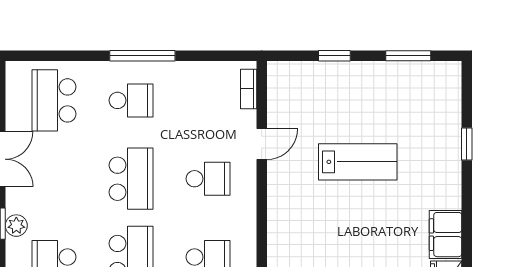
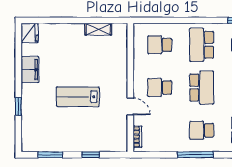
door: (262, 144) -> (130, 107), swing flipped
school desk: (131, 179) -> (202, 88), turned 180
filing cabinet: (446, 235) -> (30, 70), moved

